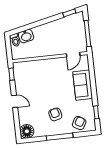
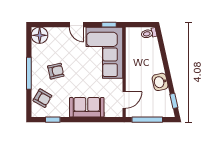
washbasin: (26, 36) -> (160, 82), moved
door: (73, 55) -> (124, 100), swing flipped
corner sofa: (35, 75) -> (104, 53), added
door: (15, 101) -> (76, 25), hinge flipped

